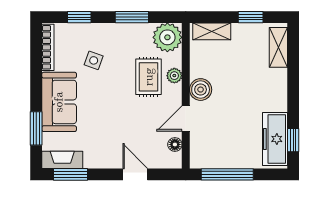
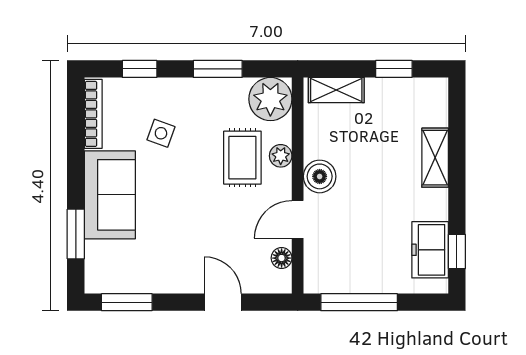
shelving: (278, 47) -> (435, 158), moved
freezer: (275, 139) -> (430, 250), width x0.71
fireplace: (62, 160) -> (114, 281), removed

